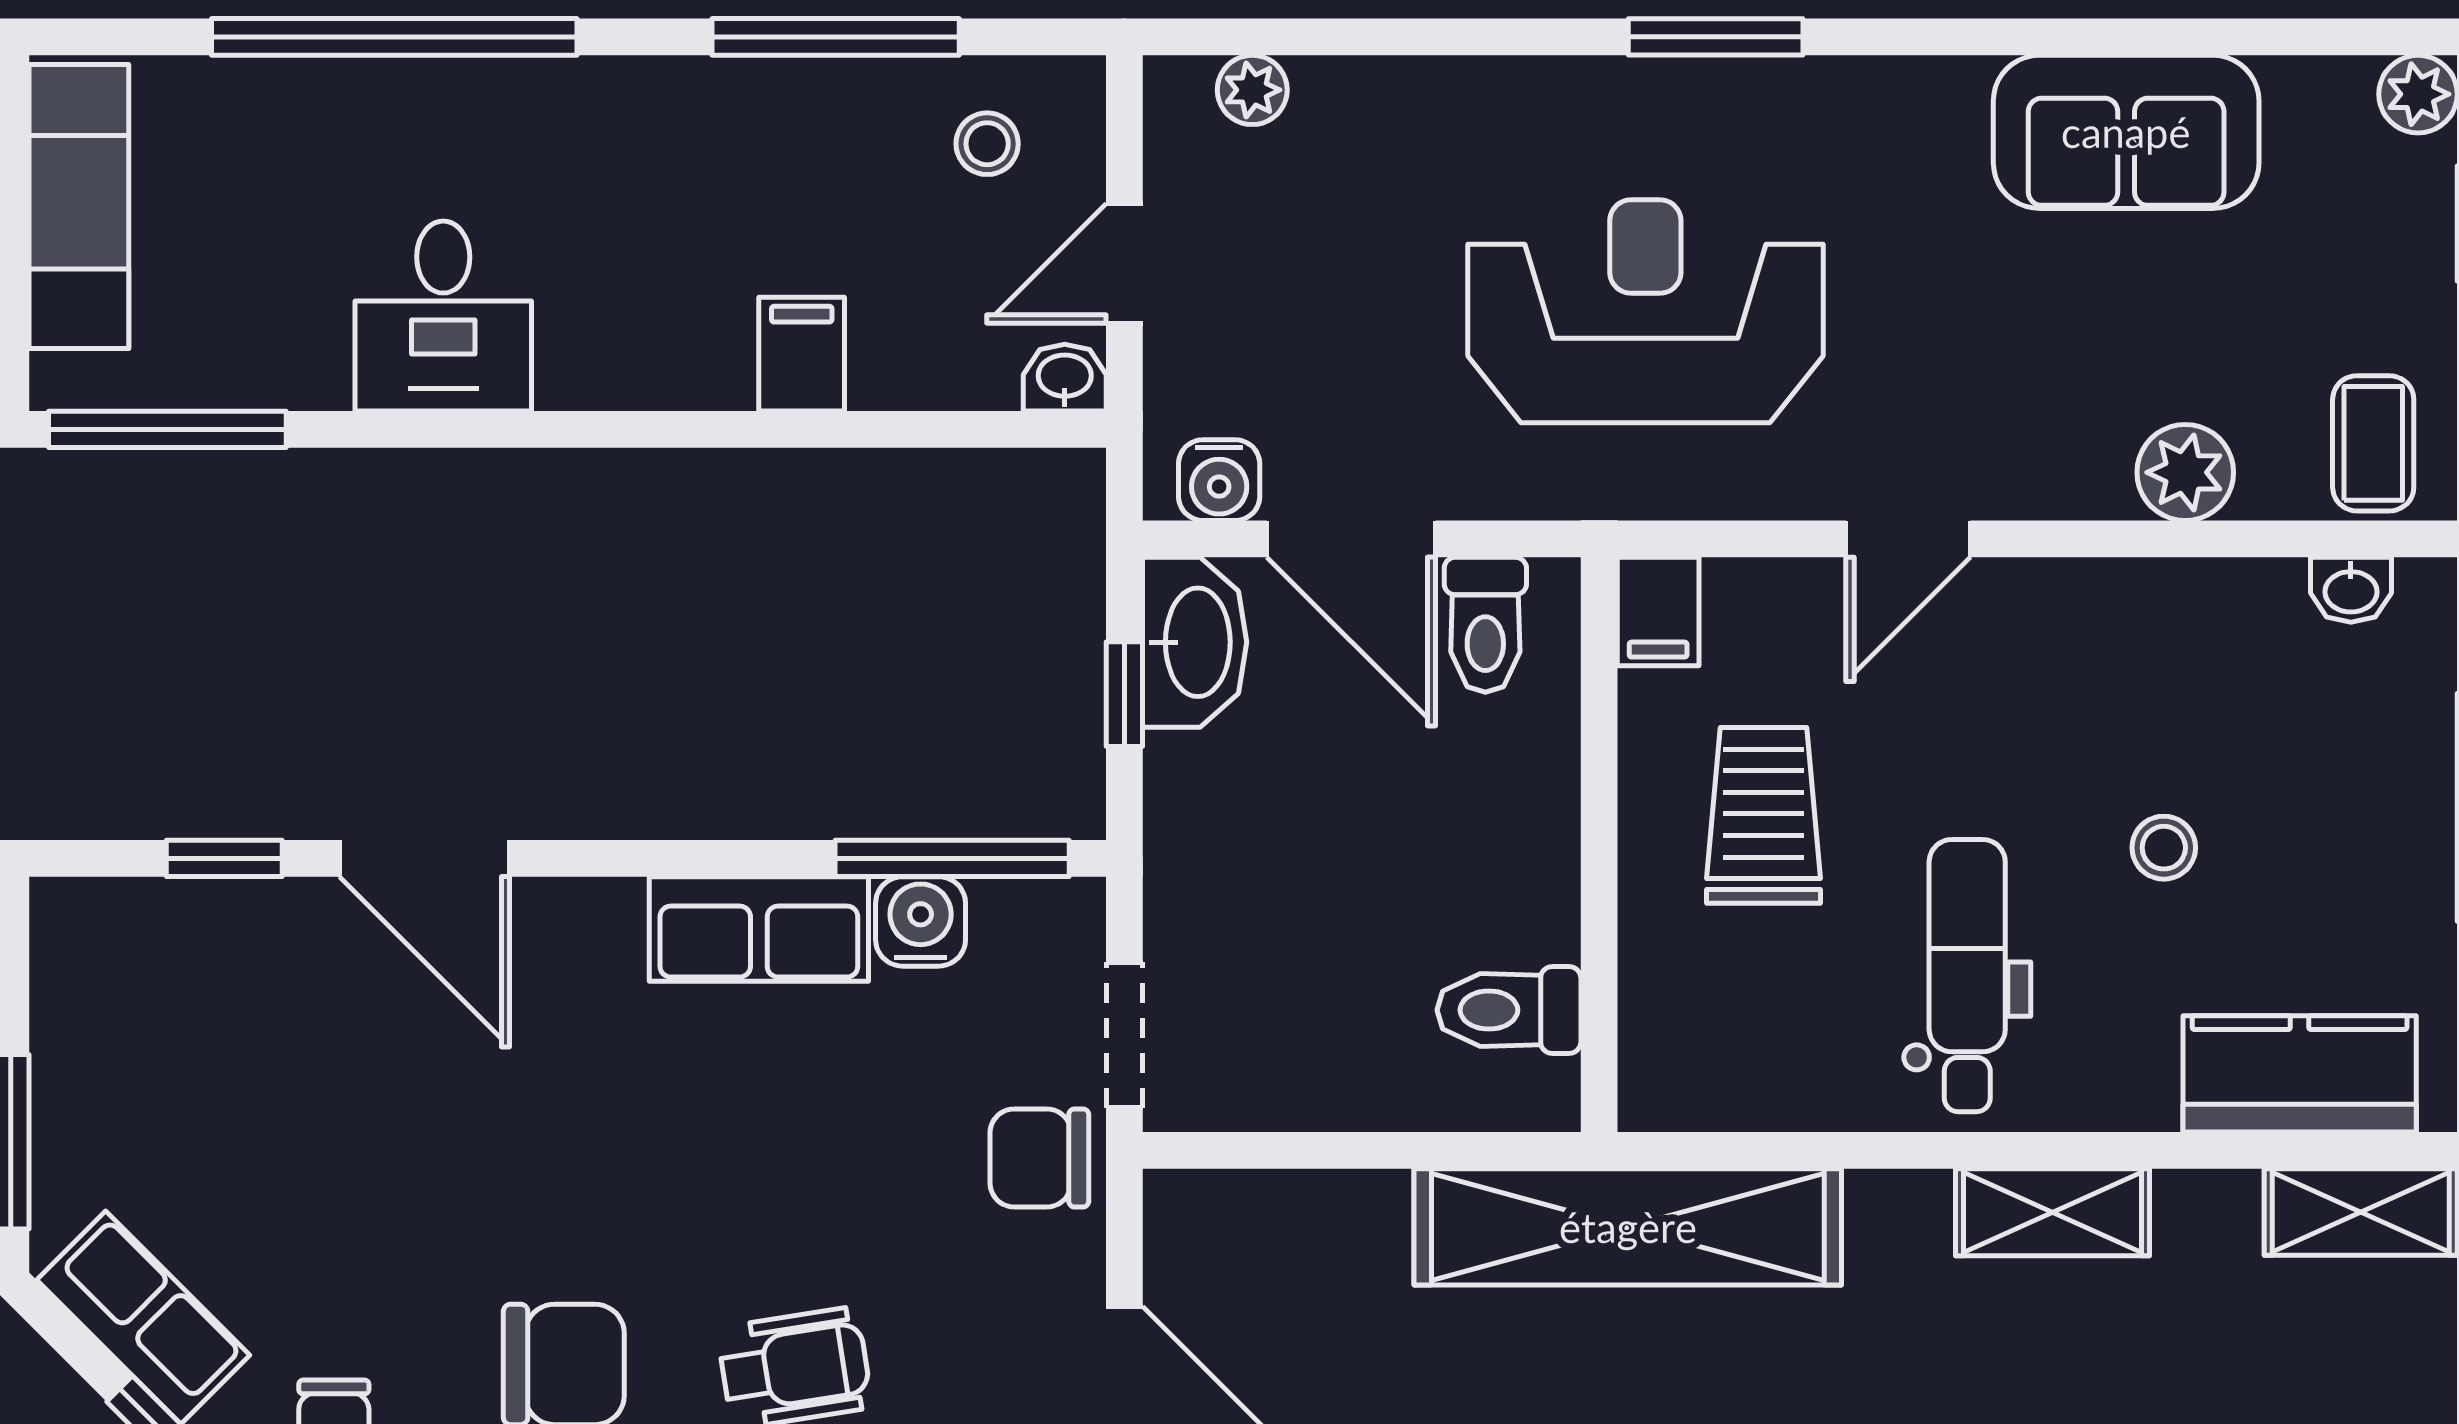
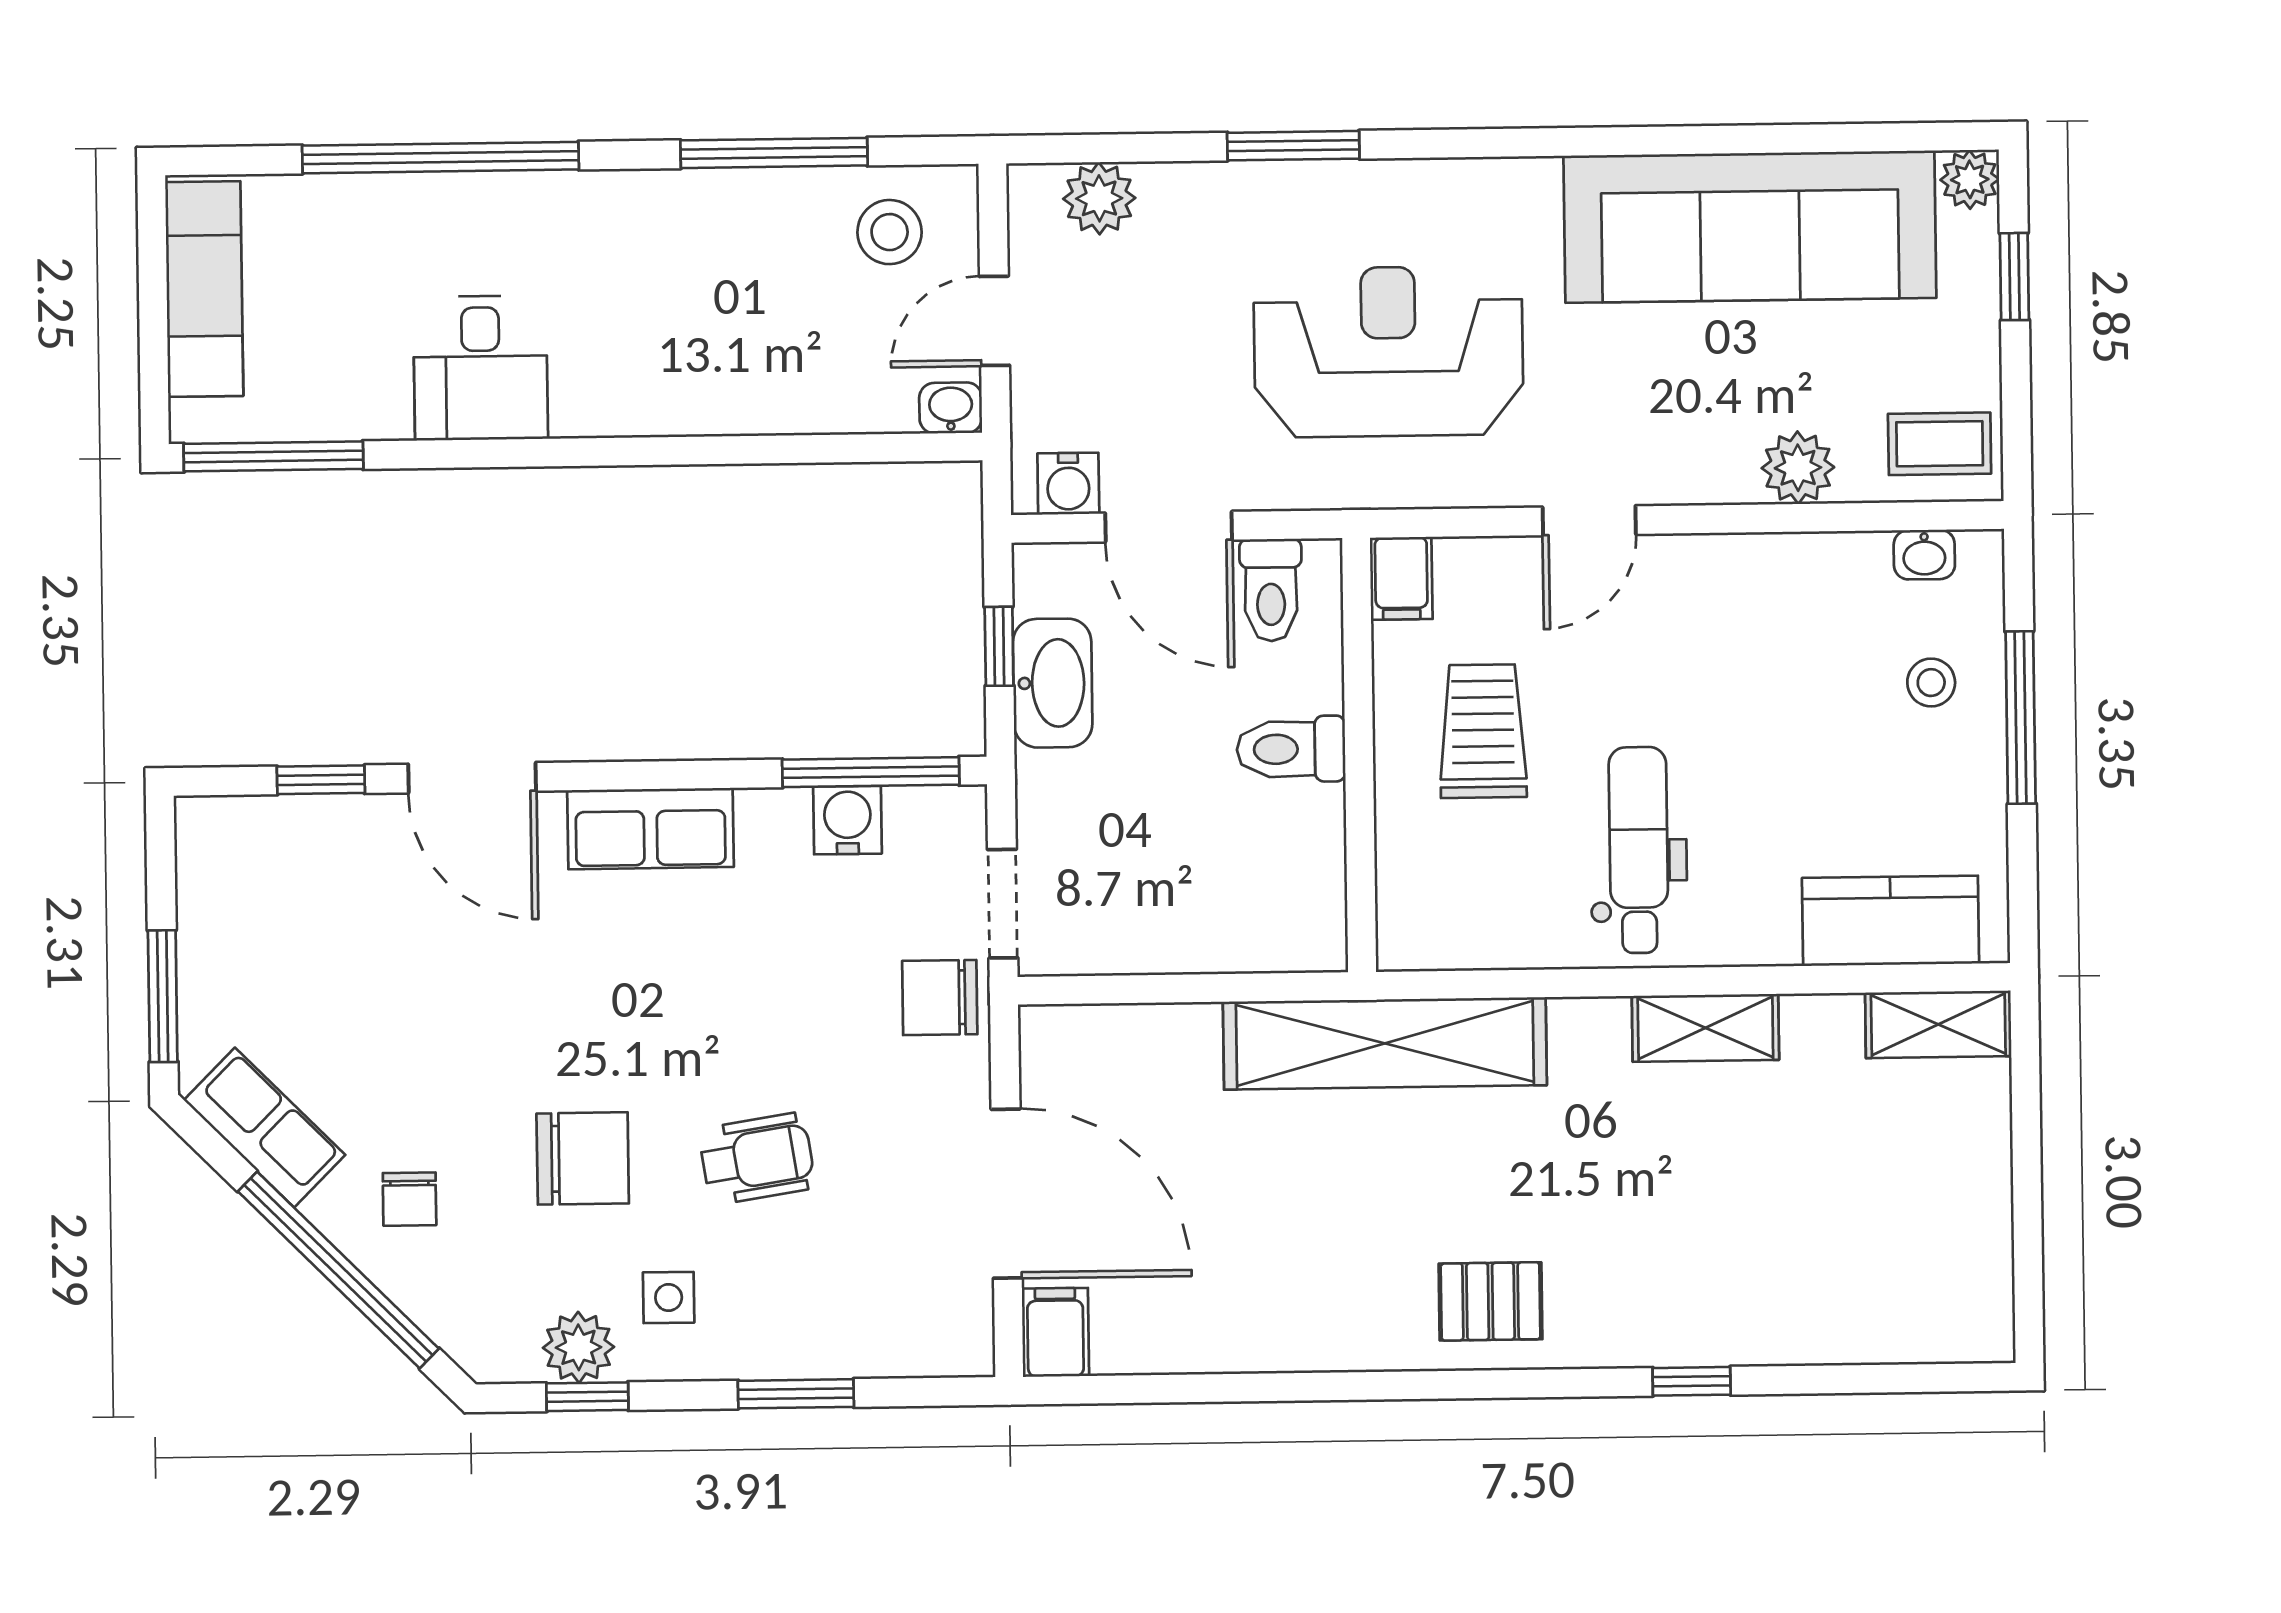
window: (1716, 37) -> (1293, 146), moved
plant: (1252, 90) -> (1099, 198), width x1.38, depth x1.38
sofa: (2126, 132) -> (1750, 227), width x1.85, depth x1.27
stool: (987, 144) -> (890, 232), width x1.37, depth x1.37
filing cabinet: (802, 354) -> (752, 393), removed
coffee table: (2373, 443) -> (1940, 444), turned 90
washbasin: (1195, 642) -> (1053, 683), moved
stool: (2164, 848) -> (1931, 683), moved
row of seats: (759, 929) -> (650, 829), moved
toilet: (1509, 1010) -> (1291, 749), moved

